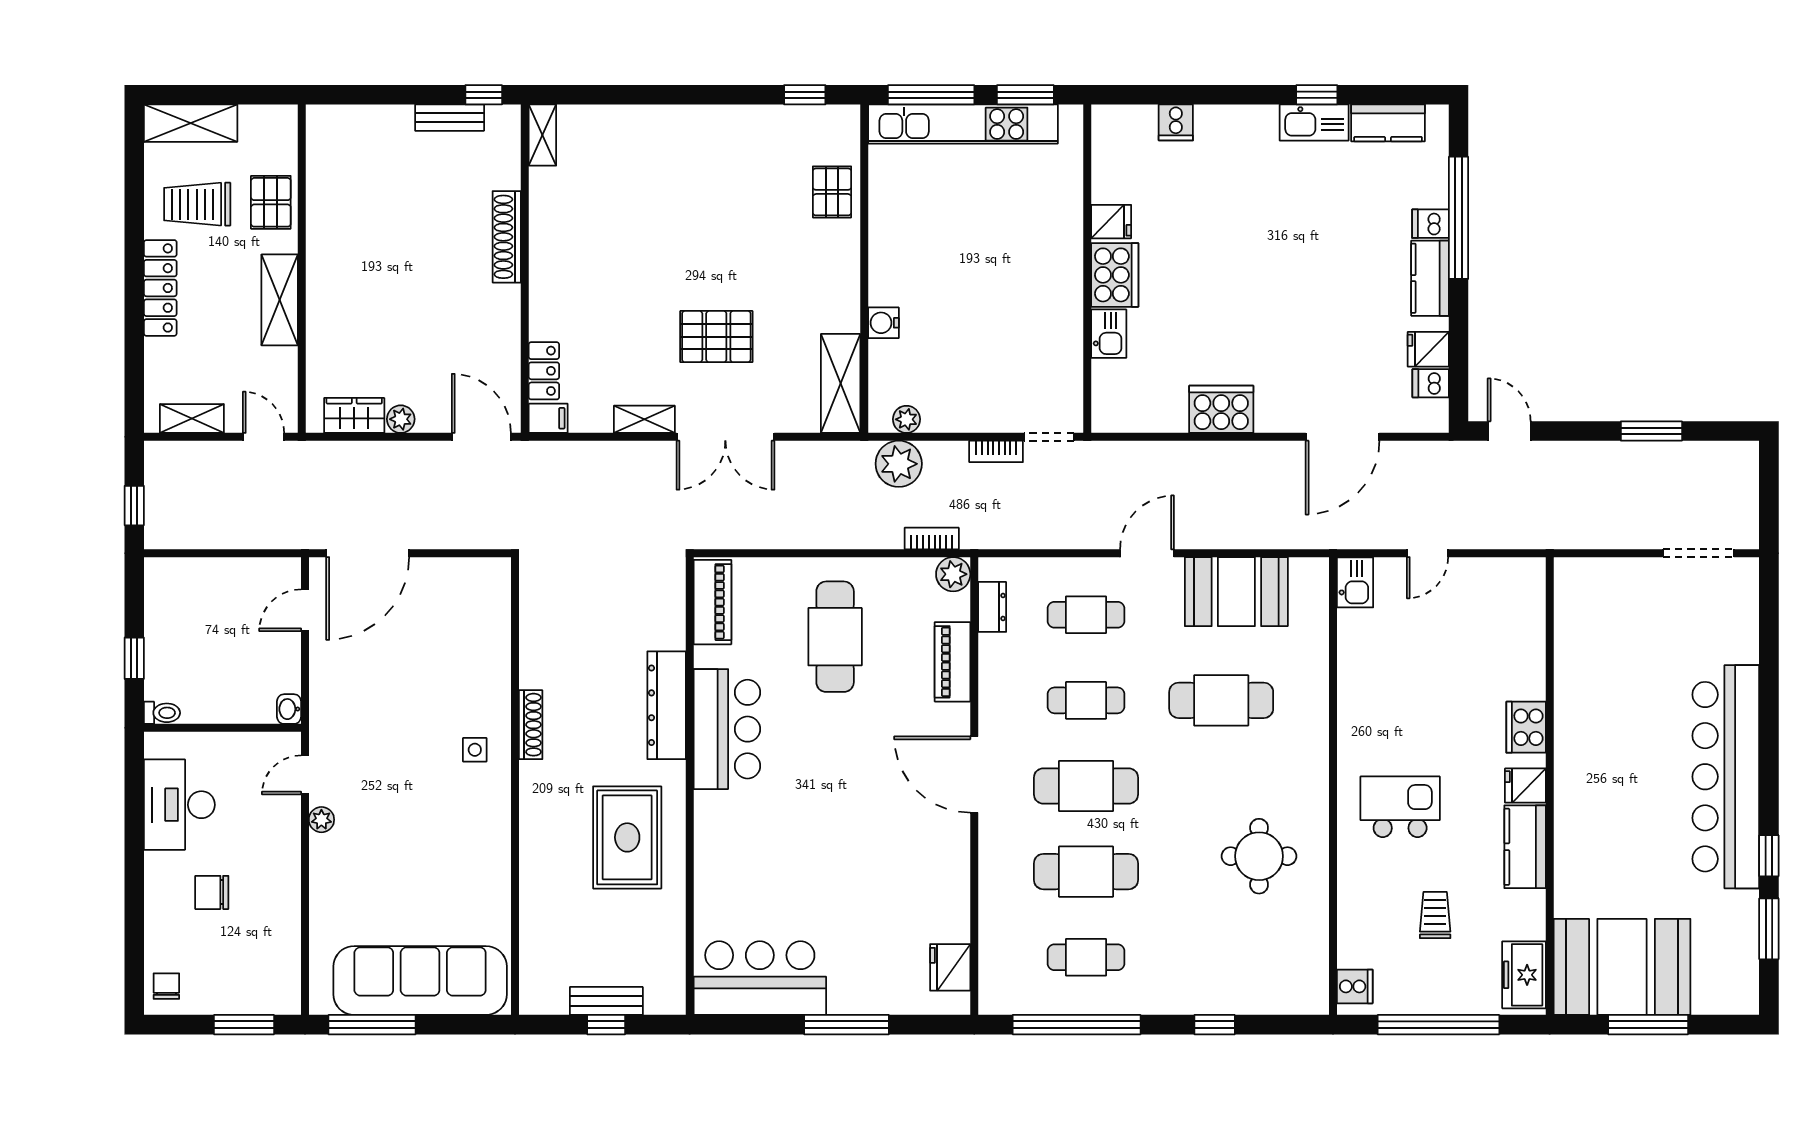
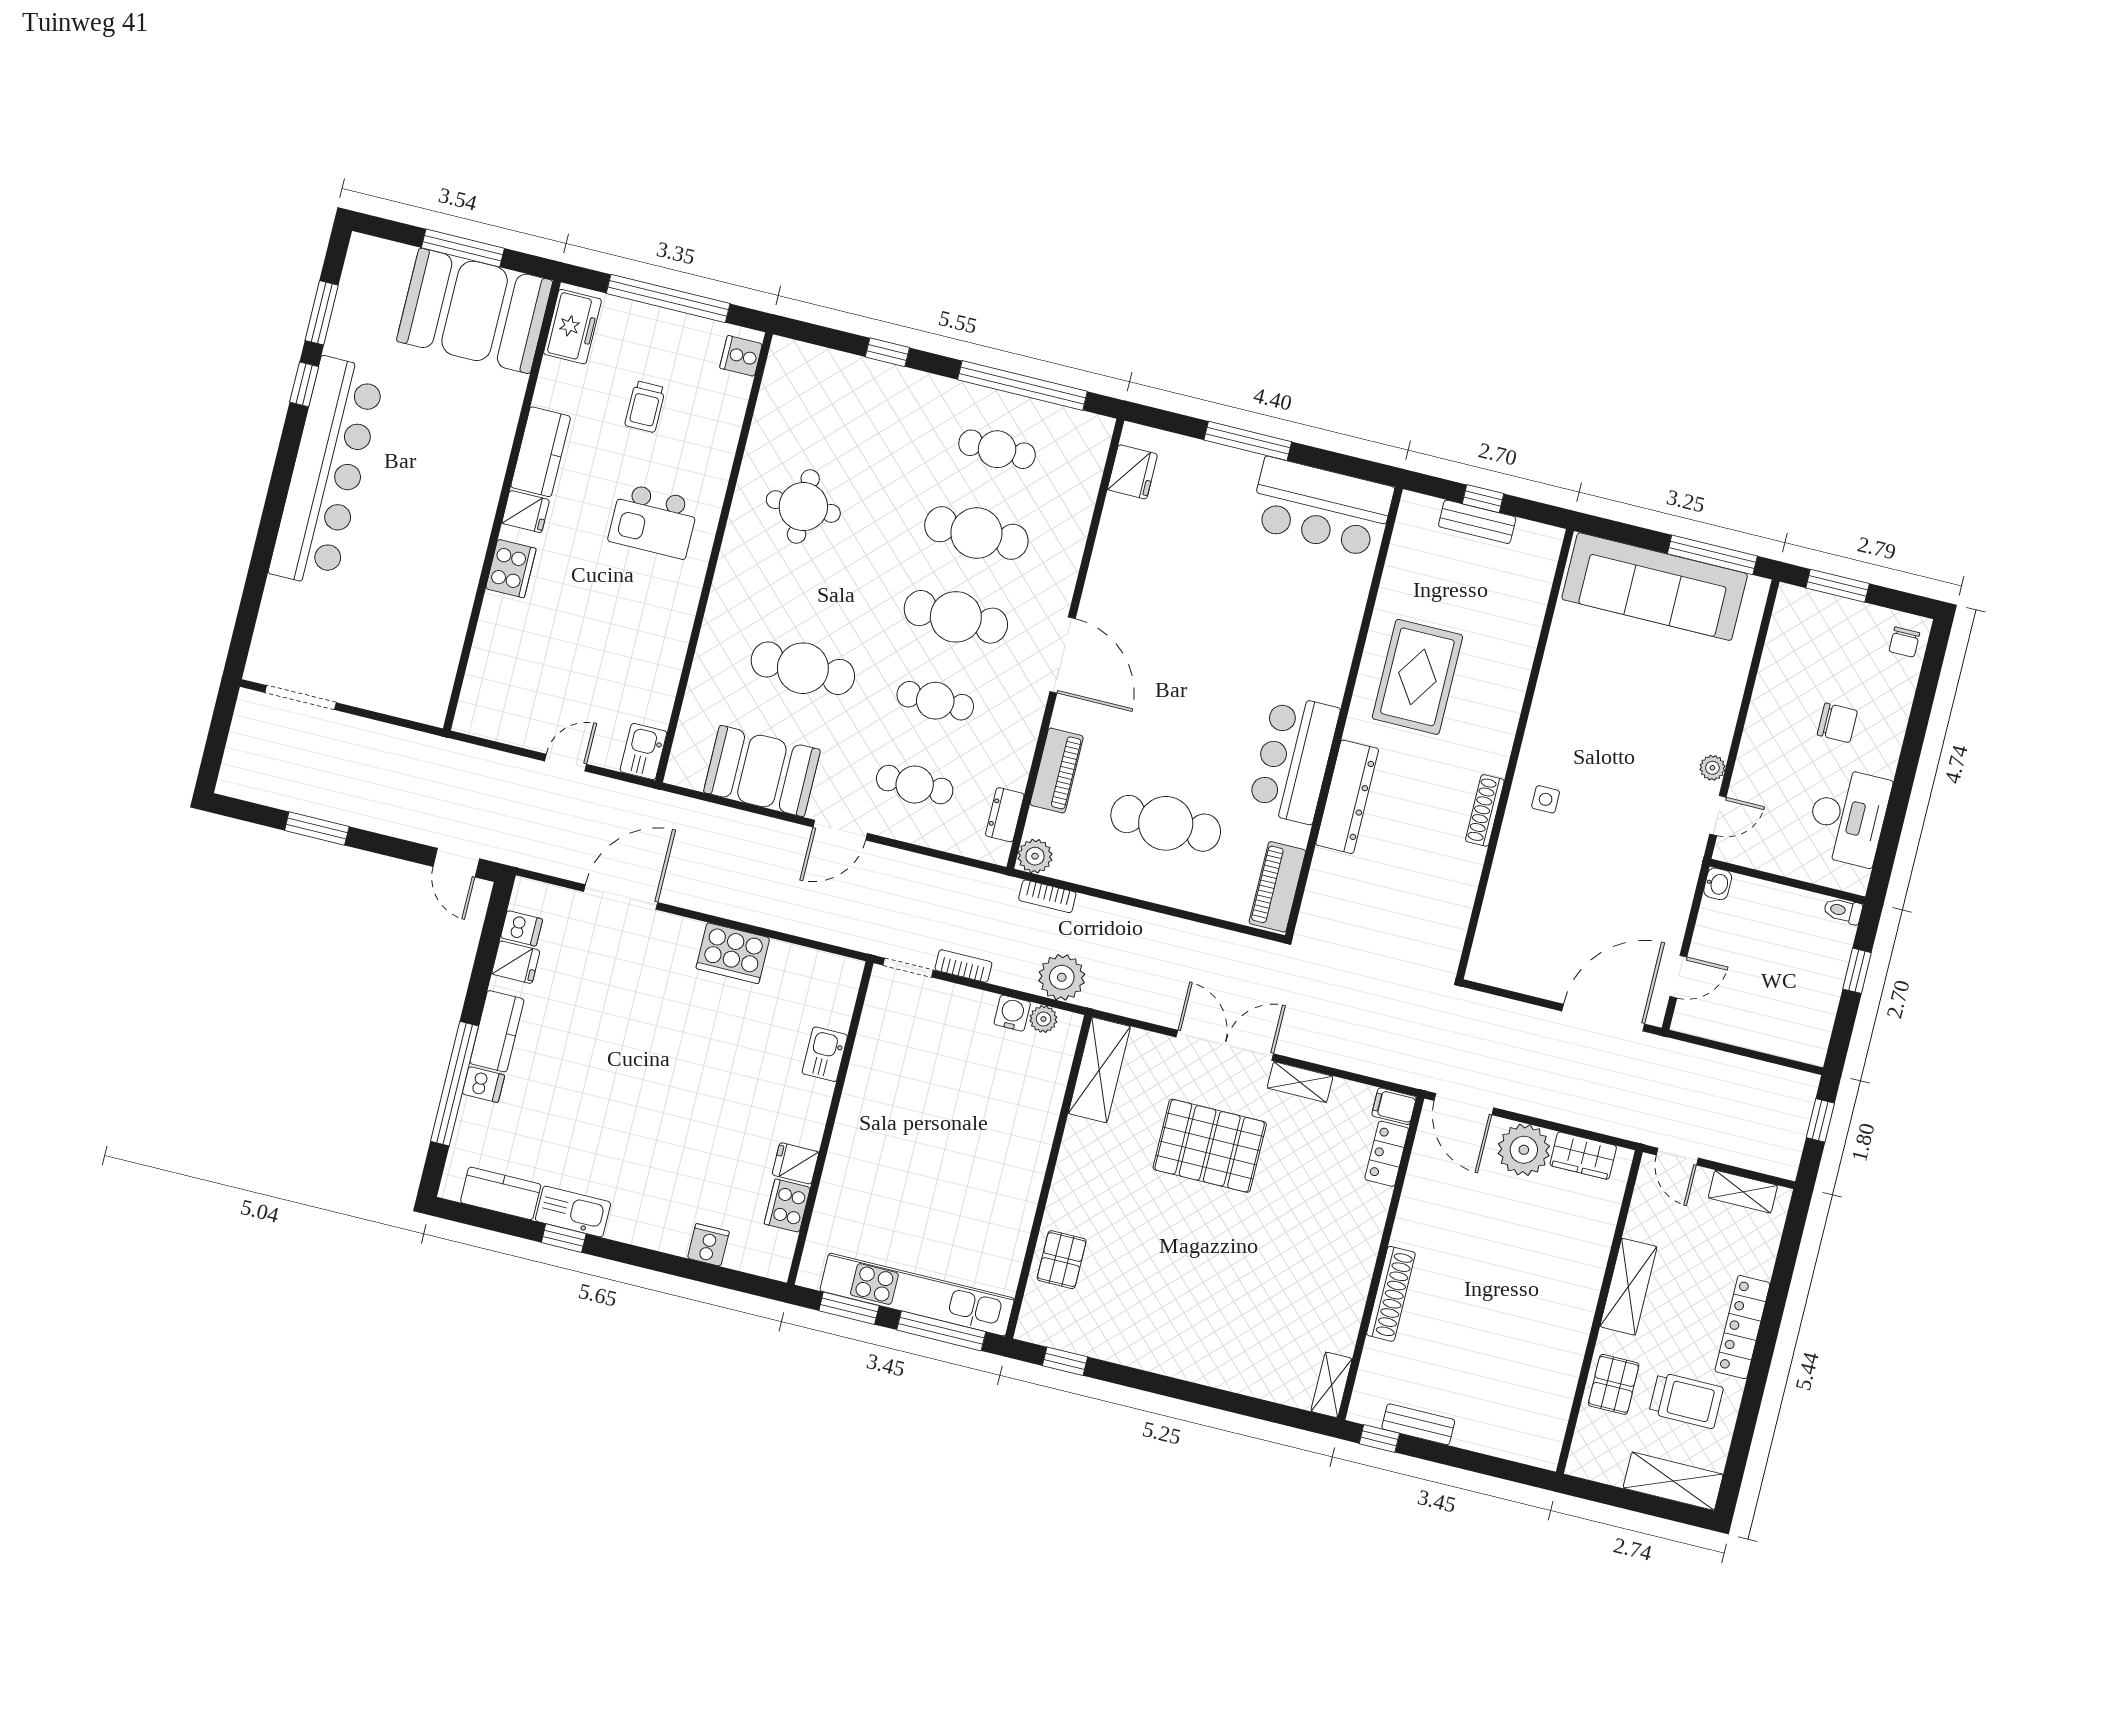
cooker: (1115, 275) -> (787, 1206), moved, width x0.73, depth x0.76
water cooler: (883, 323) -> (1012, 1013), moved, turned -90
pallet: (716, 337) -> (1210, 1146), width x1.37, depth x1.41
plant: (401, 419) -> (1524, 1150), width x1.87, depth x1.87
cafe table: (835, 637) -> (1166, 823), turned 90

